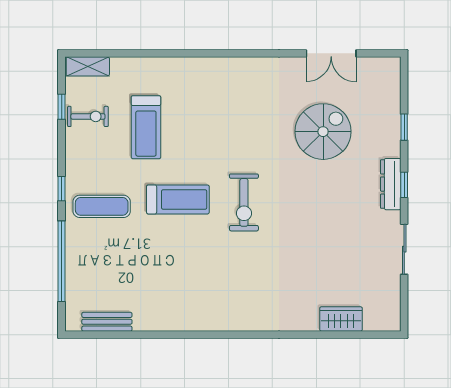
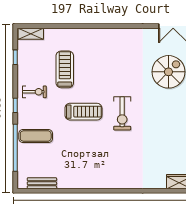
exercise bike: (88, 116) -> (34, 92), moved
treadmill: (146, 127) -> (65, 69), turned 180
exercise mat: (102, 206) -> (36, 136), moved

